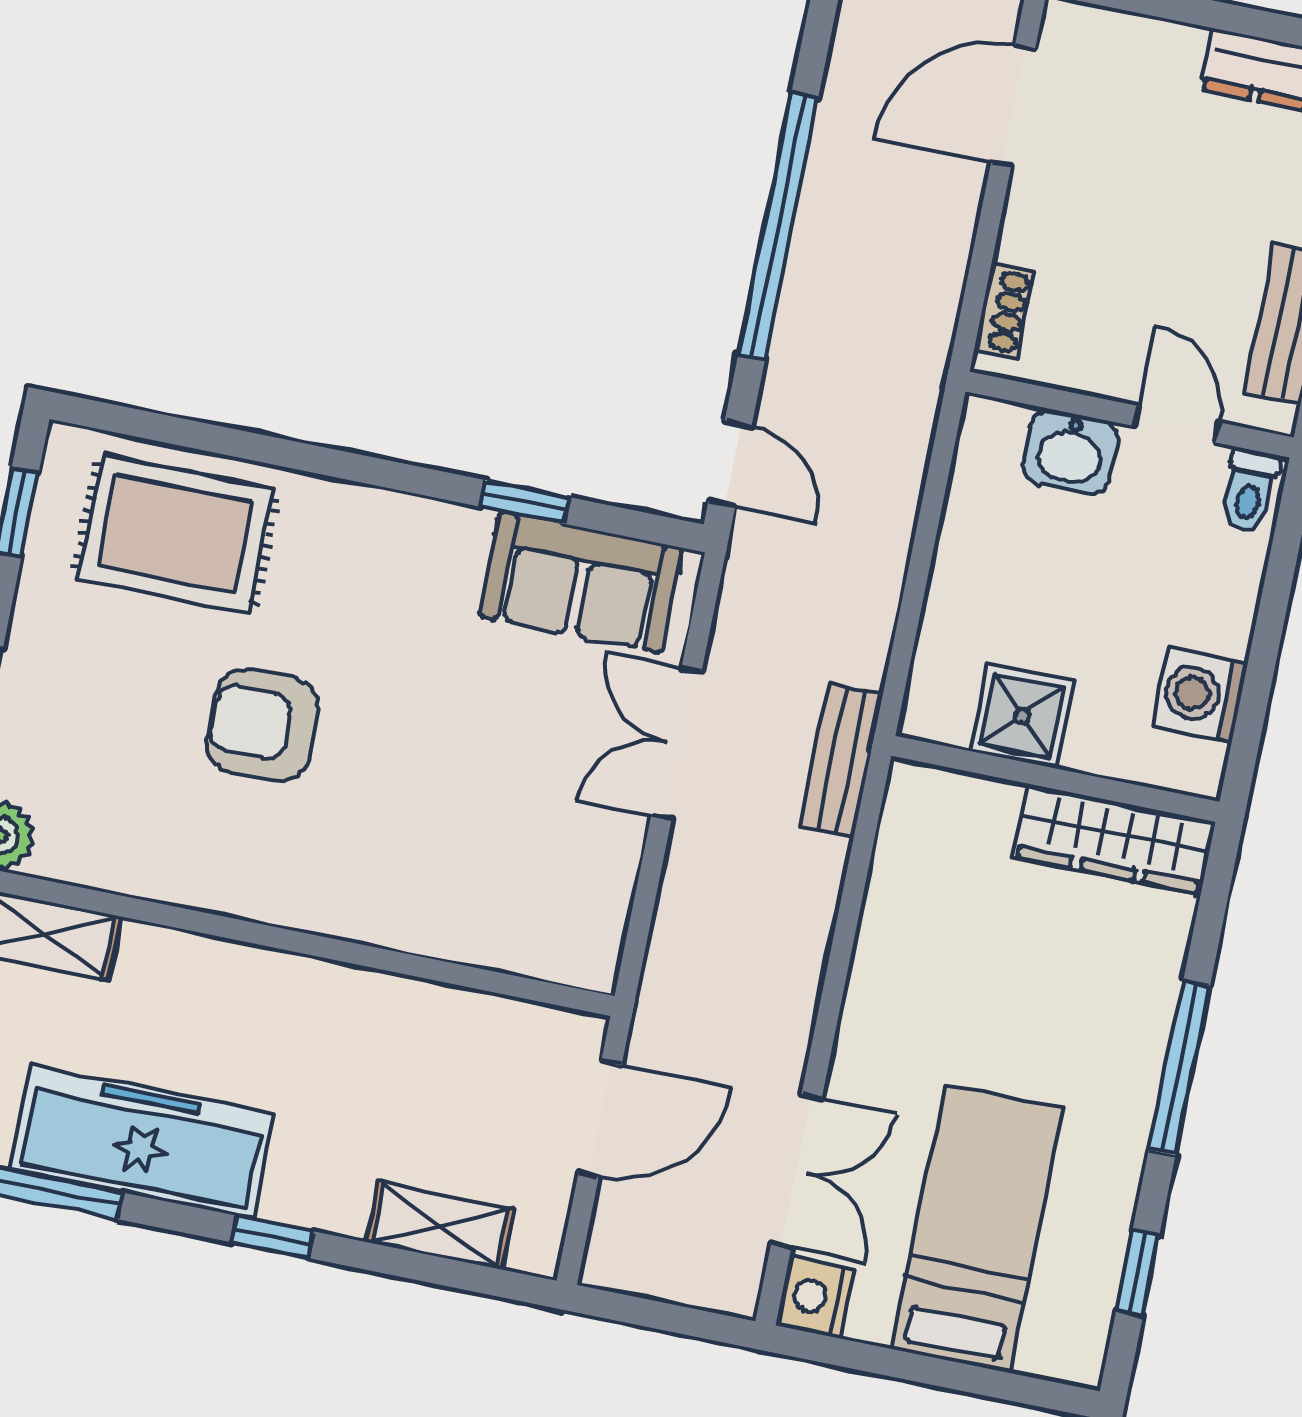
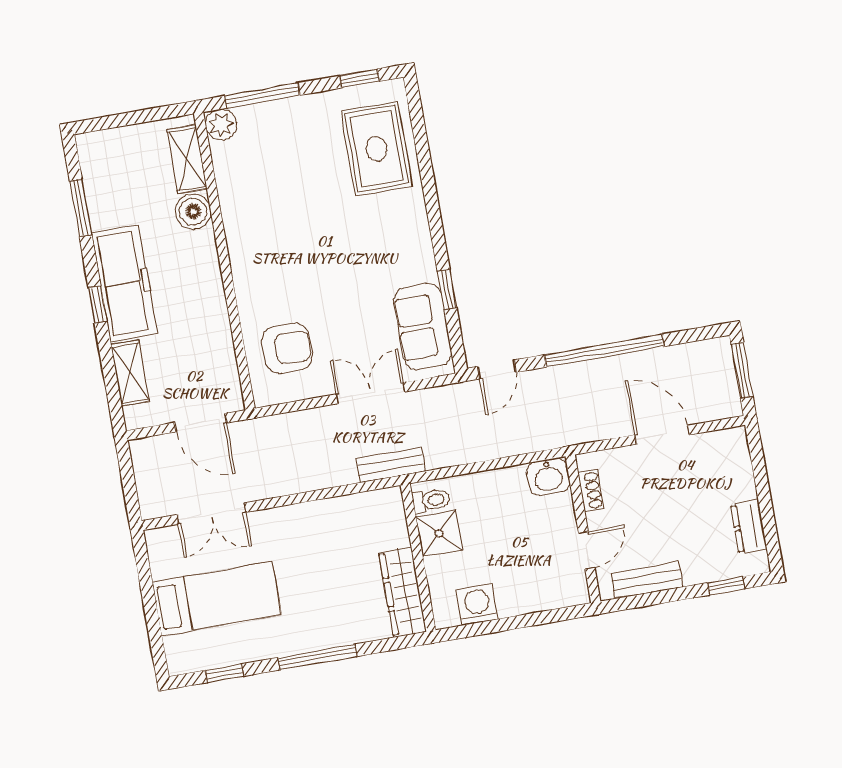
door: (1013, 106) -> (662, 435), moved
shoe rack: (1004, 311) -> (591, 491), moved, turned -90
washbasin: (1070, 452) -> (548, 477), moved, turned -90
toilet: (1250, 491) -> (431, 500), moved, turned 180
armchair: (263, 725) -> (287, 348), moved, turned 90
boiler: (157, 964) -> (193, 212), added
freezer: (142, 1142) -> (124, 283), moved
nightstand: (815, 1297) -> (162, 542), removed

